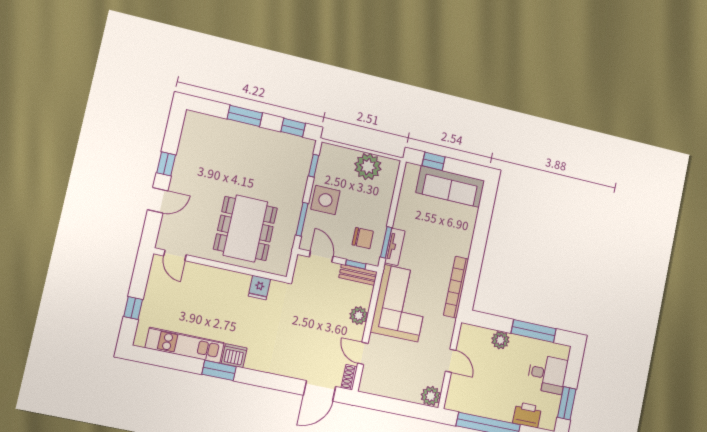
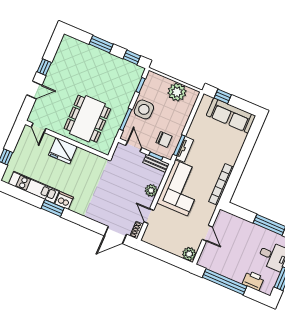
fridge: (259, 288) -> (63, 151), moved, width x1.88, depth x1.34
plant: (500, 340) -> (245, 226), removed

